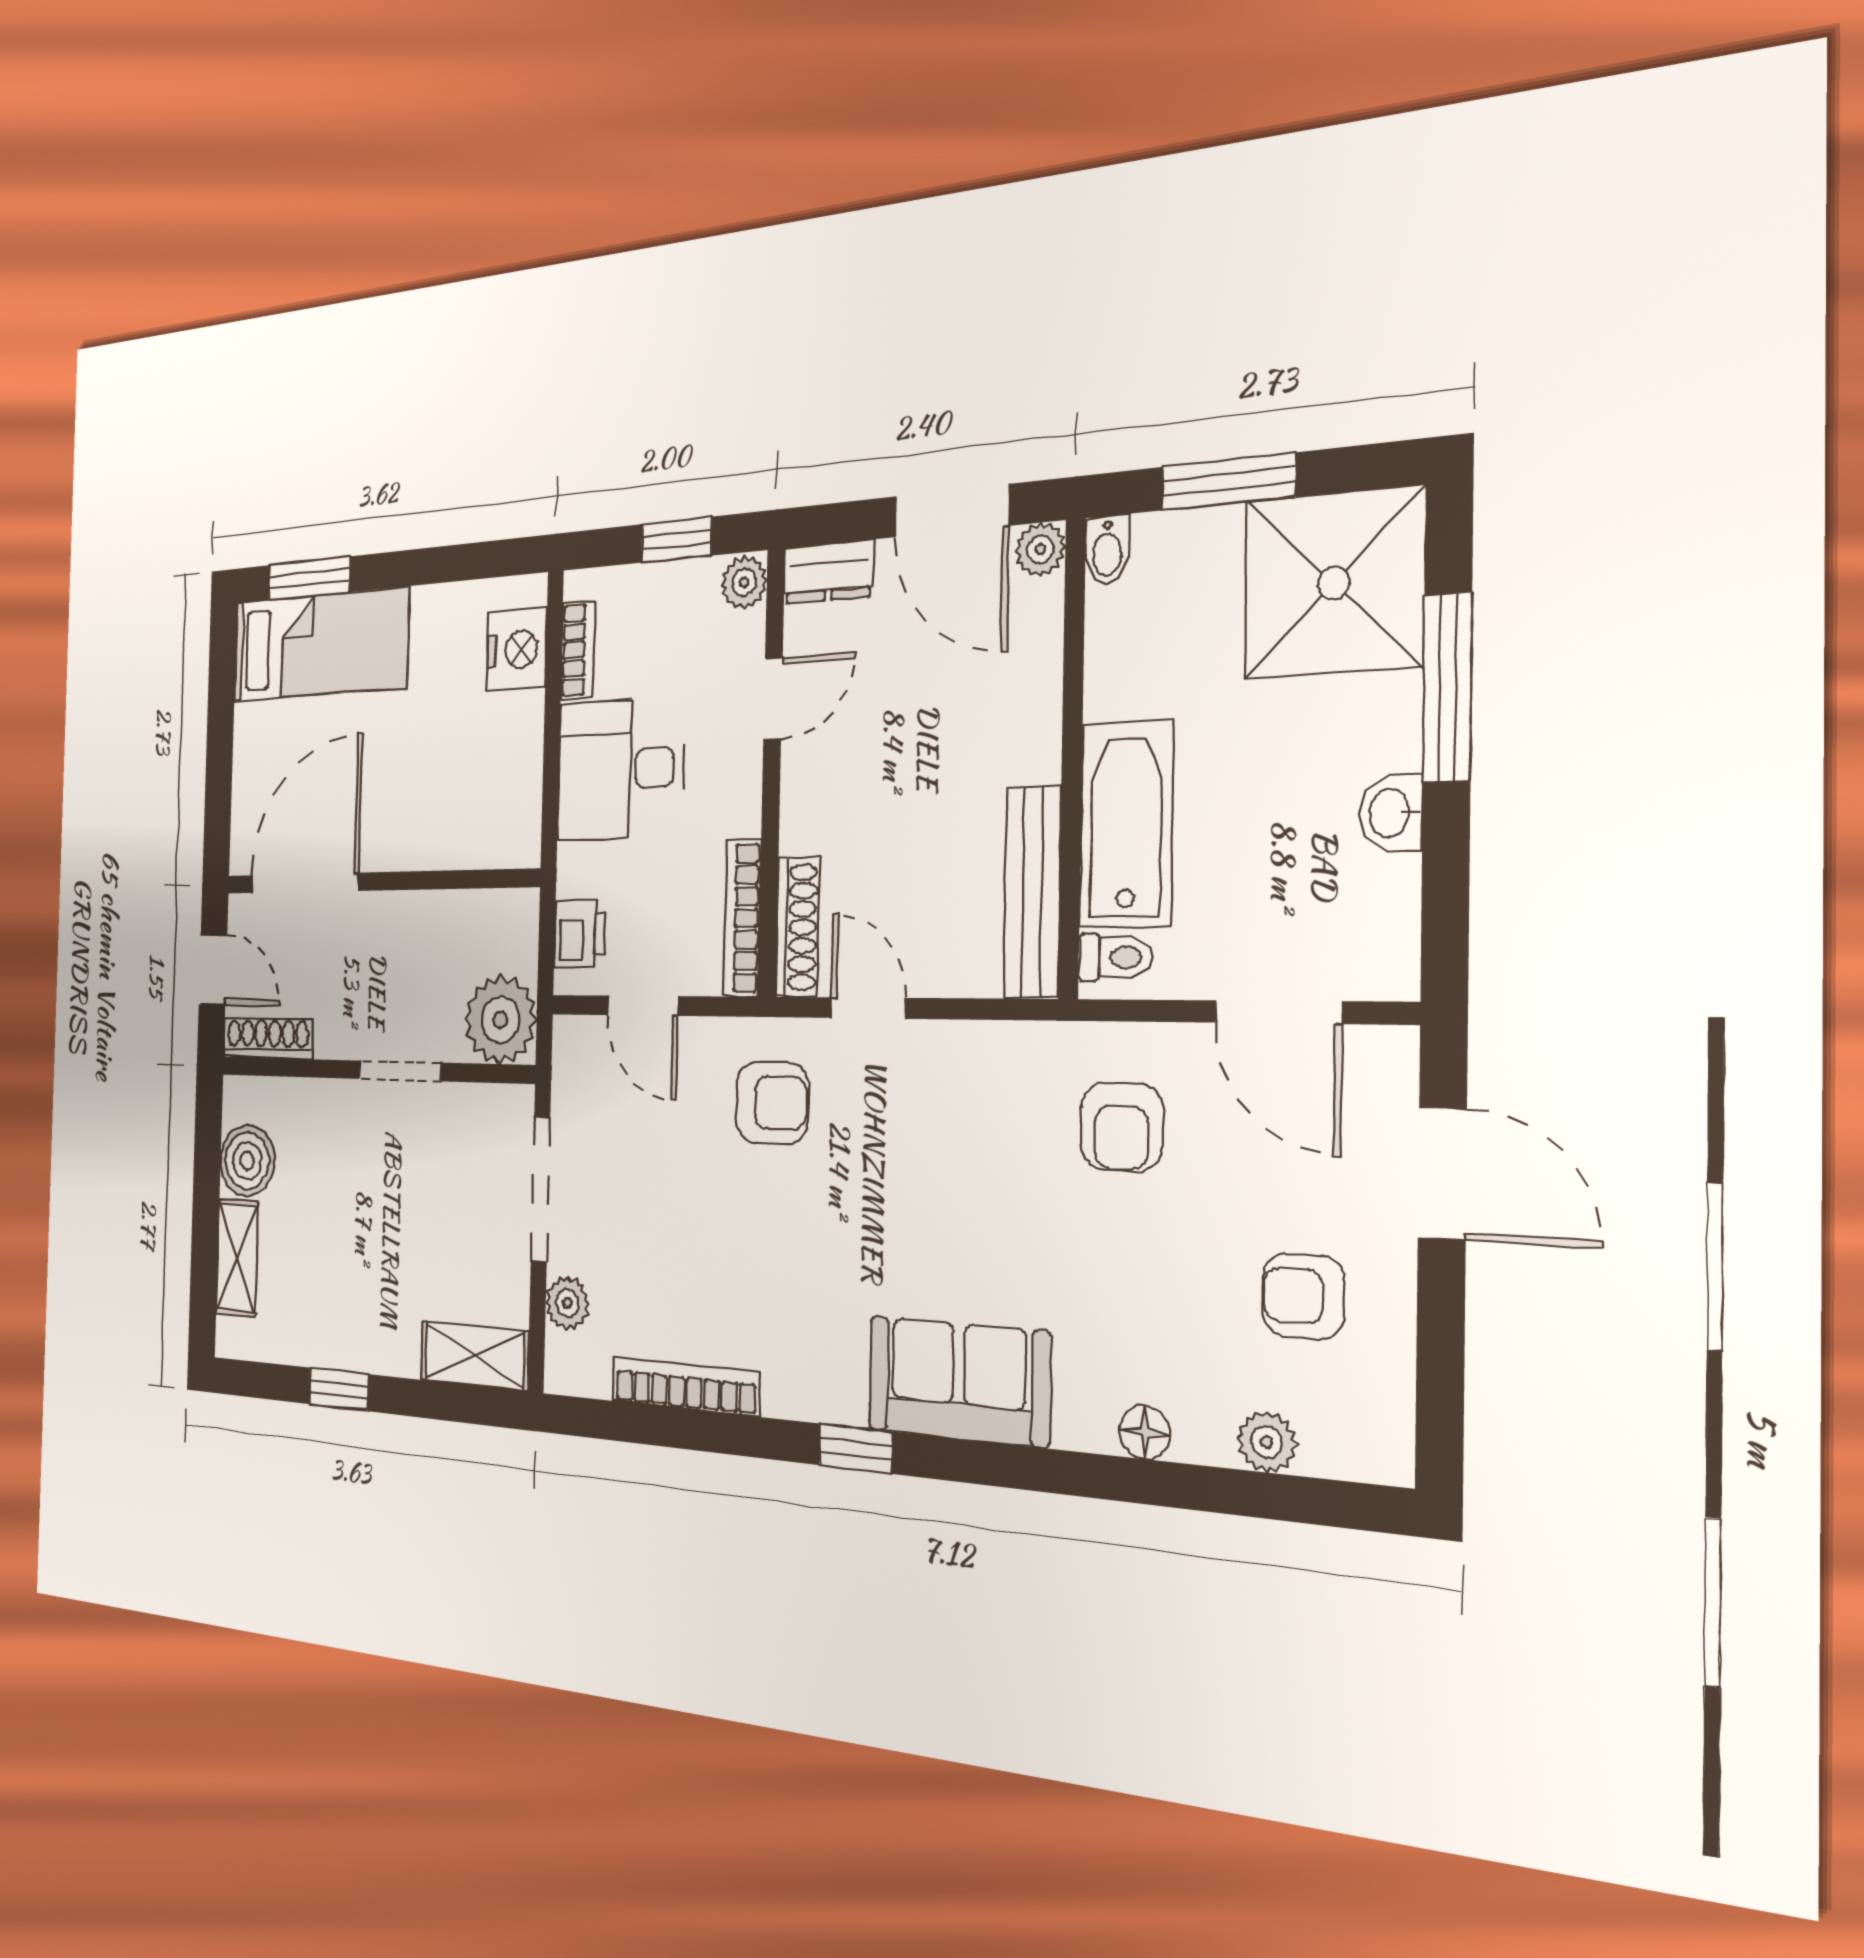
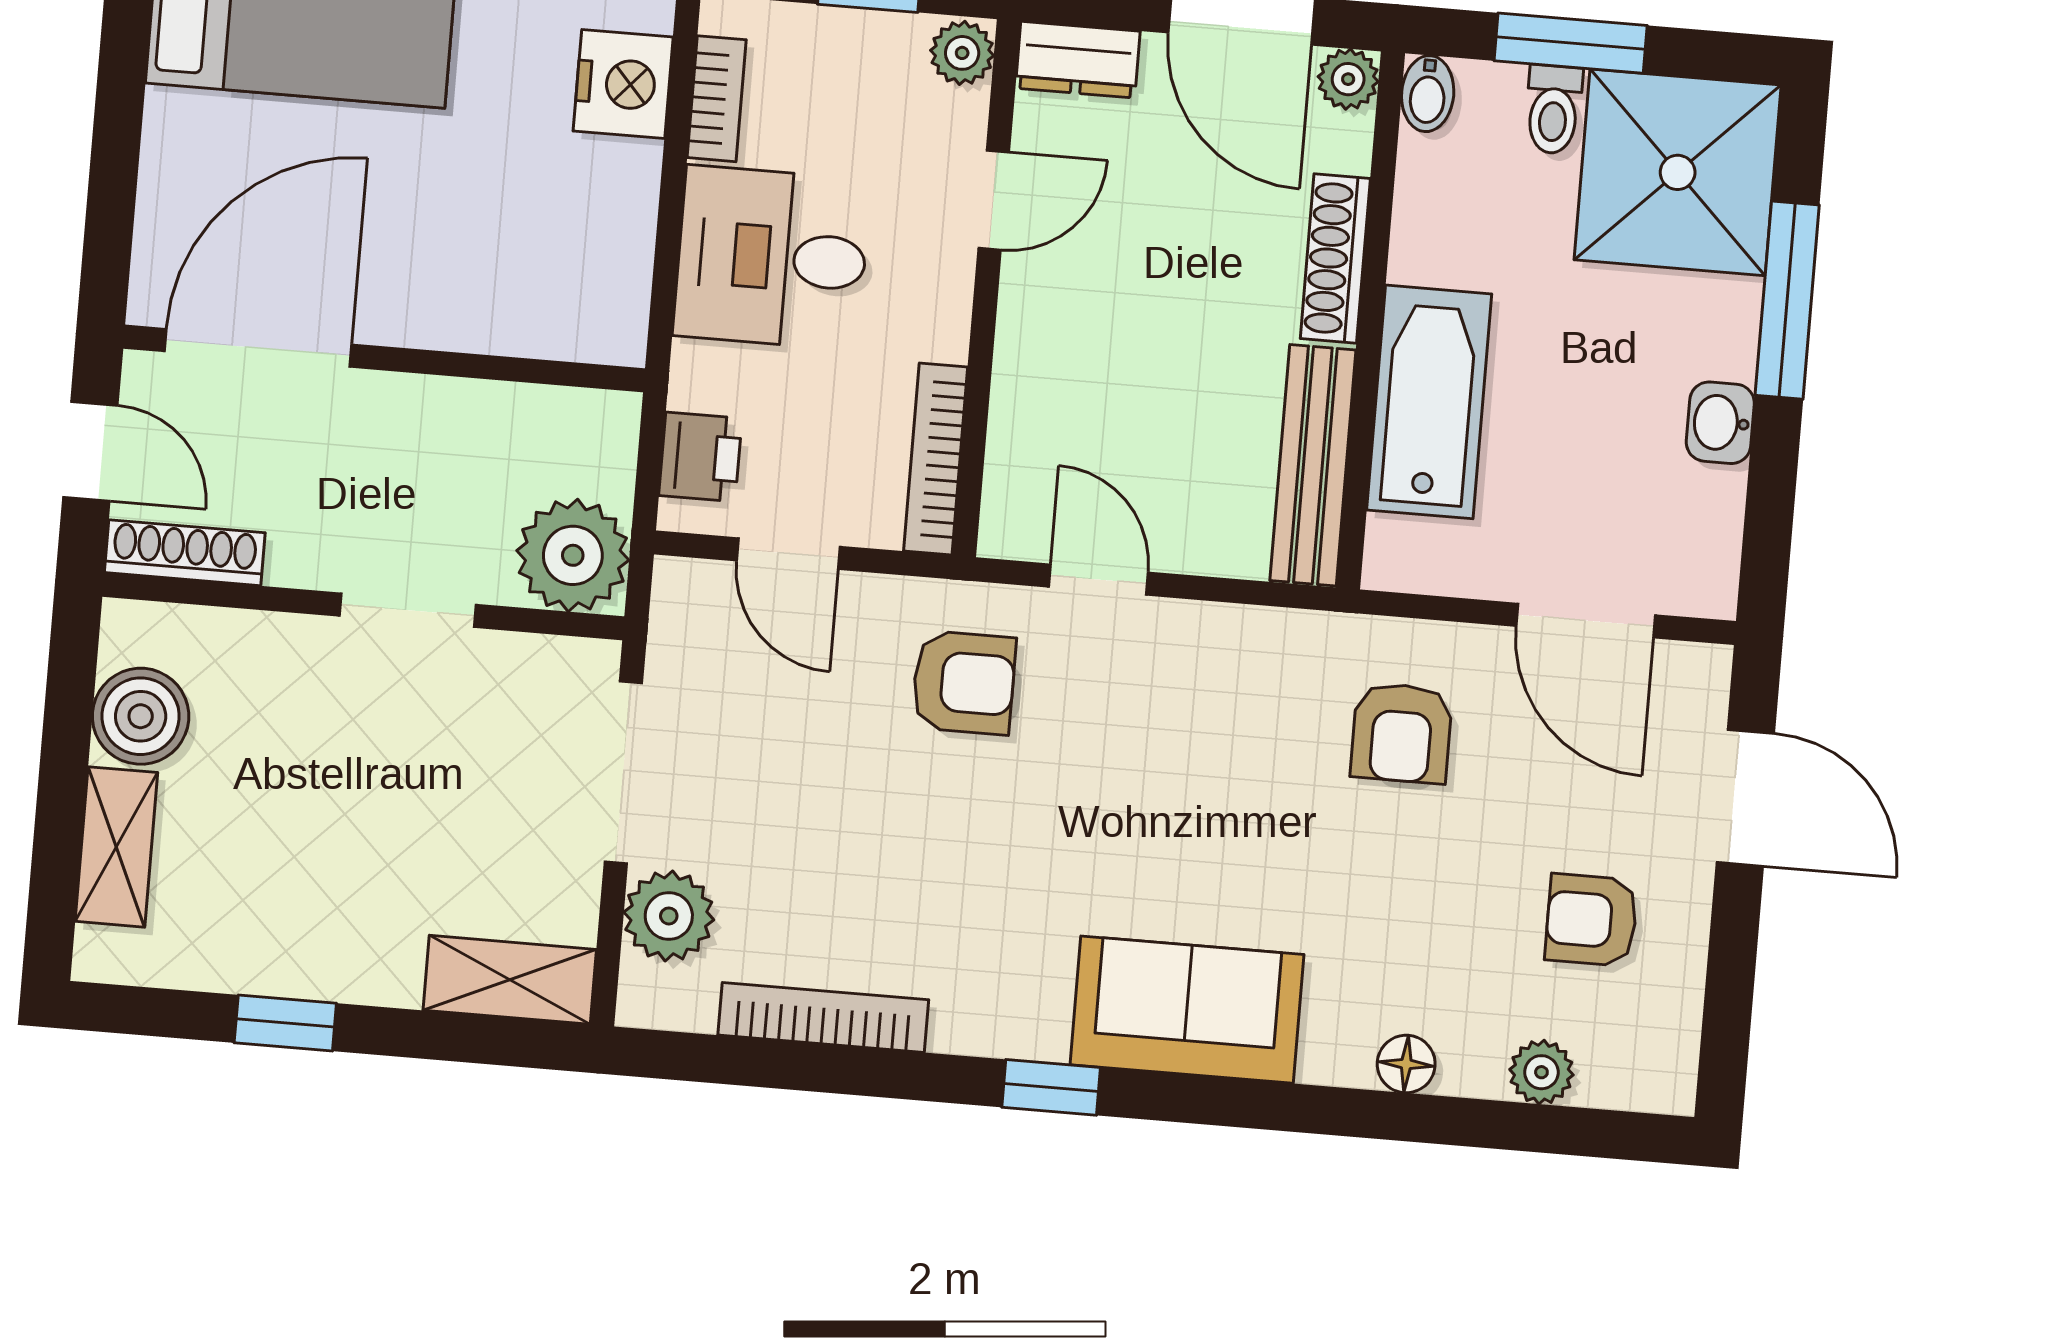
shoe rack: (798, 927) -> (1335, 259), moved, turned 180
toilet: (1116, 957) -> (1553, 110), moved, turned 90
plant: (567, 1303) -> (669, 916), width x1.38, depth x1.38

